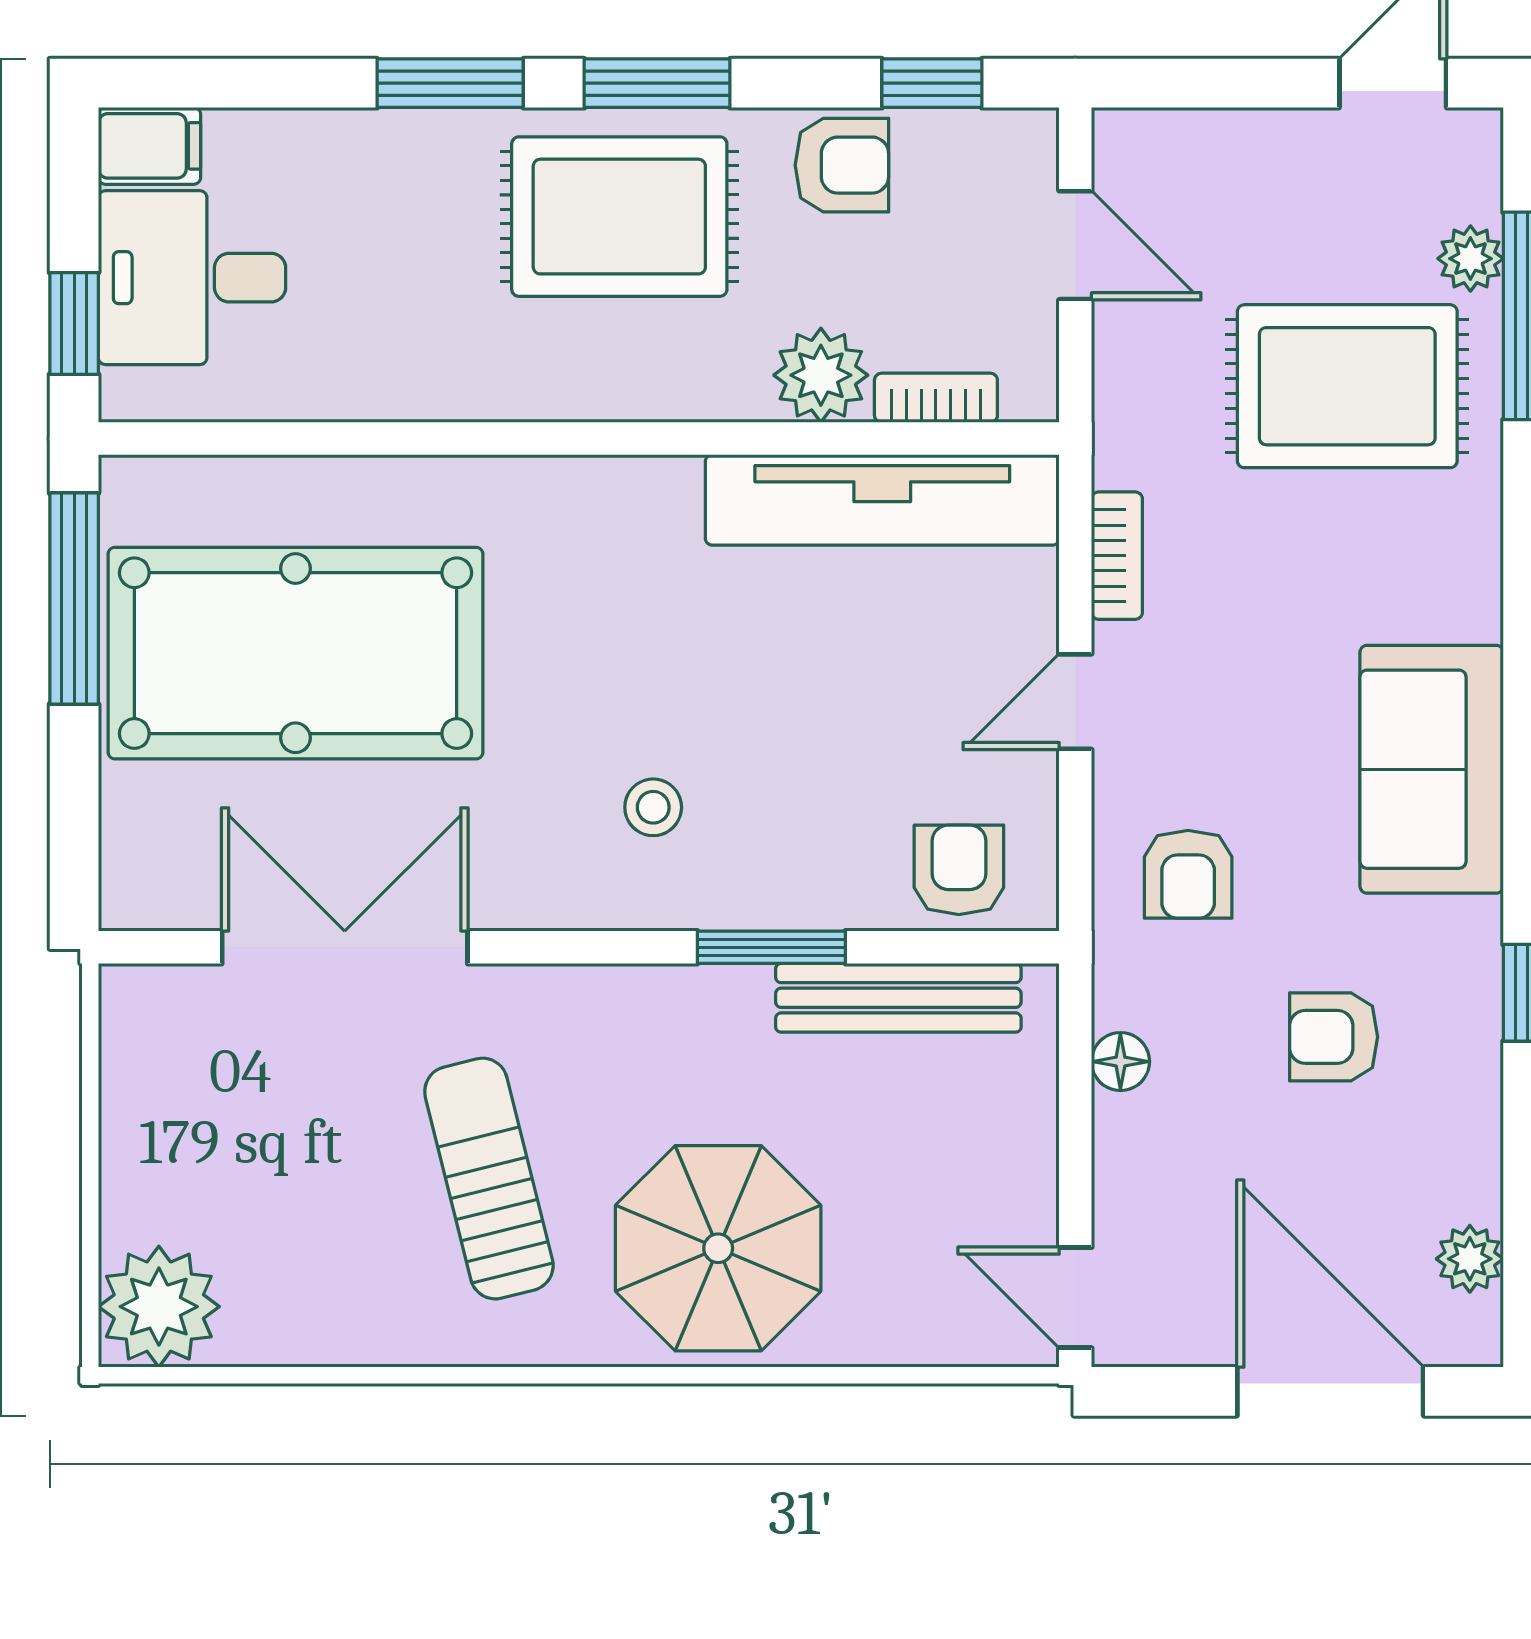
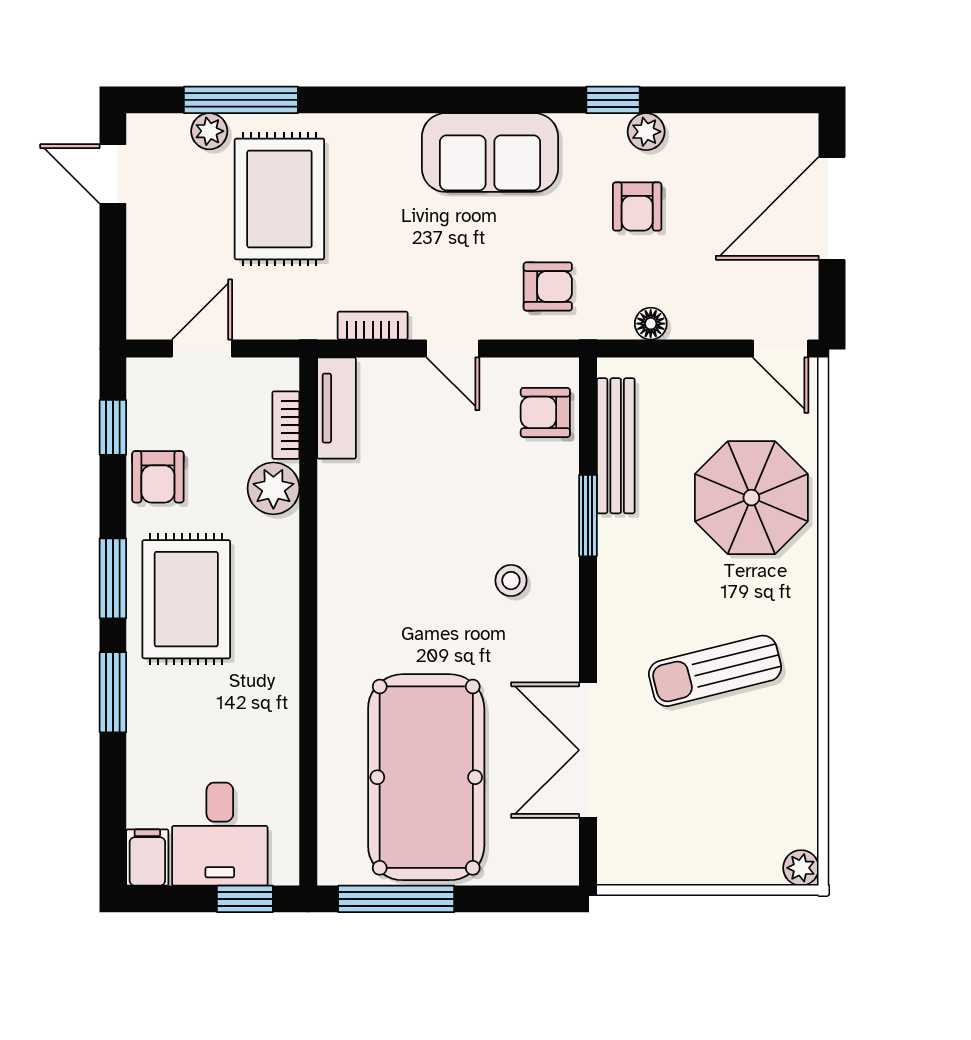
armchair: (842, 165) -> (158, 477), turned 180
tv unit: (882, 500) -> (336, 408), width x0.52, depth x0.78
parasol: (718, 1248) -> (751, 498), moved
plant: (1470, 1259) -> (646, 132), moved
door: (1075, 1298) -> (780, 348), hinge flipped
plant: (159, 1307) -> (801, 868), width x0.53, depth x0.53

